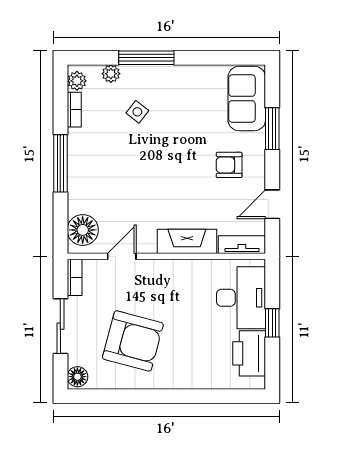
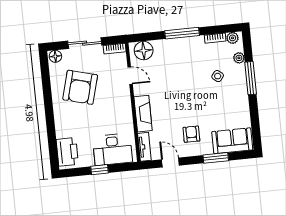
printer: (249, 353) -> (67, 152), moved, turned 90

